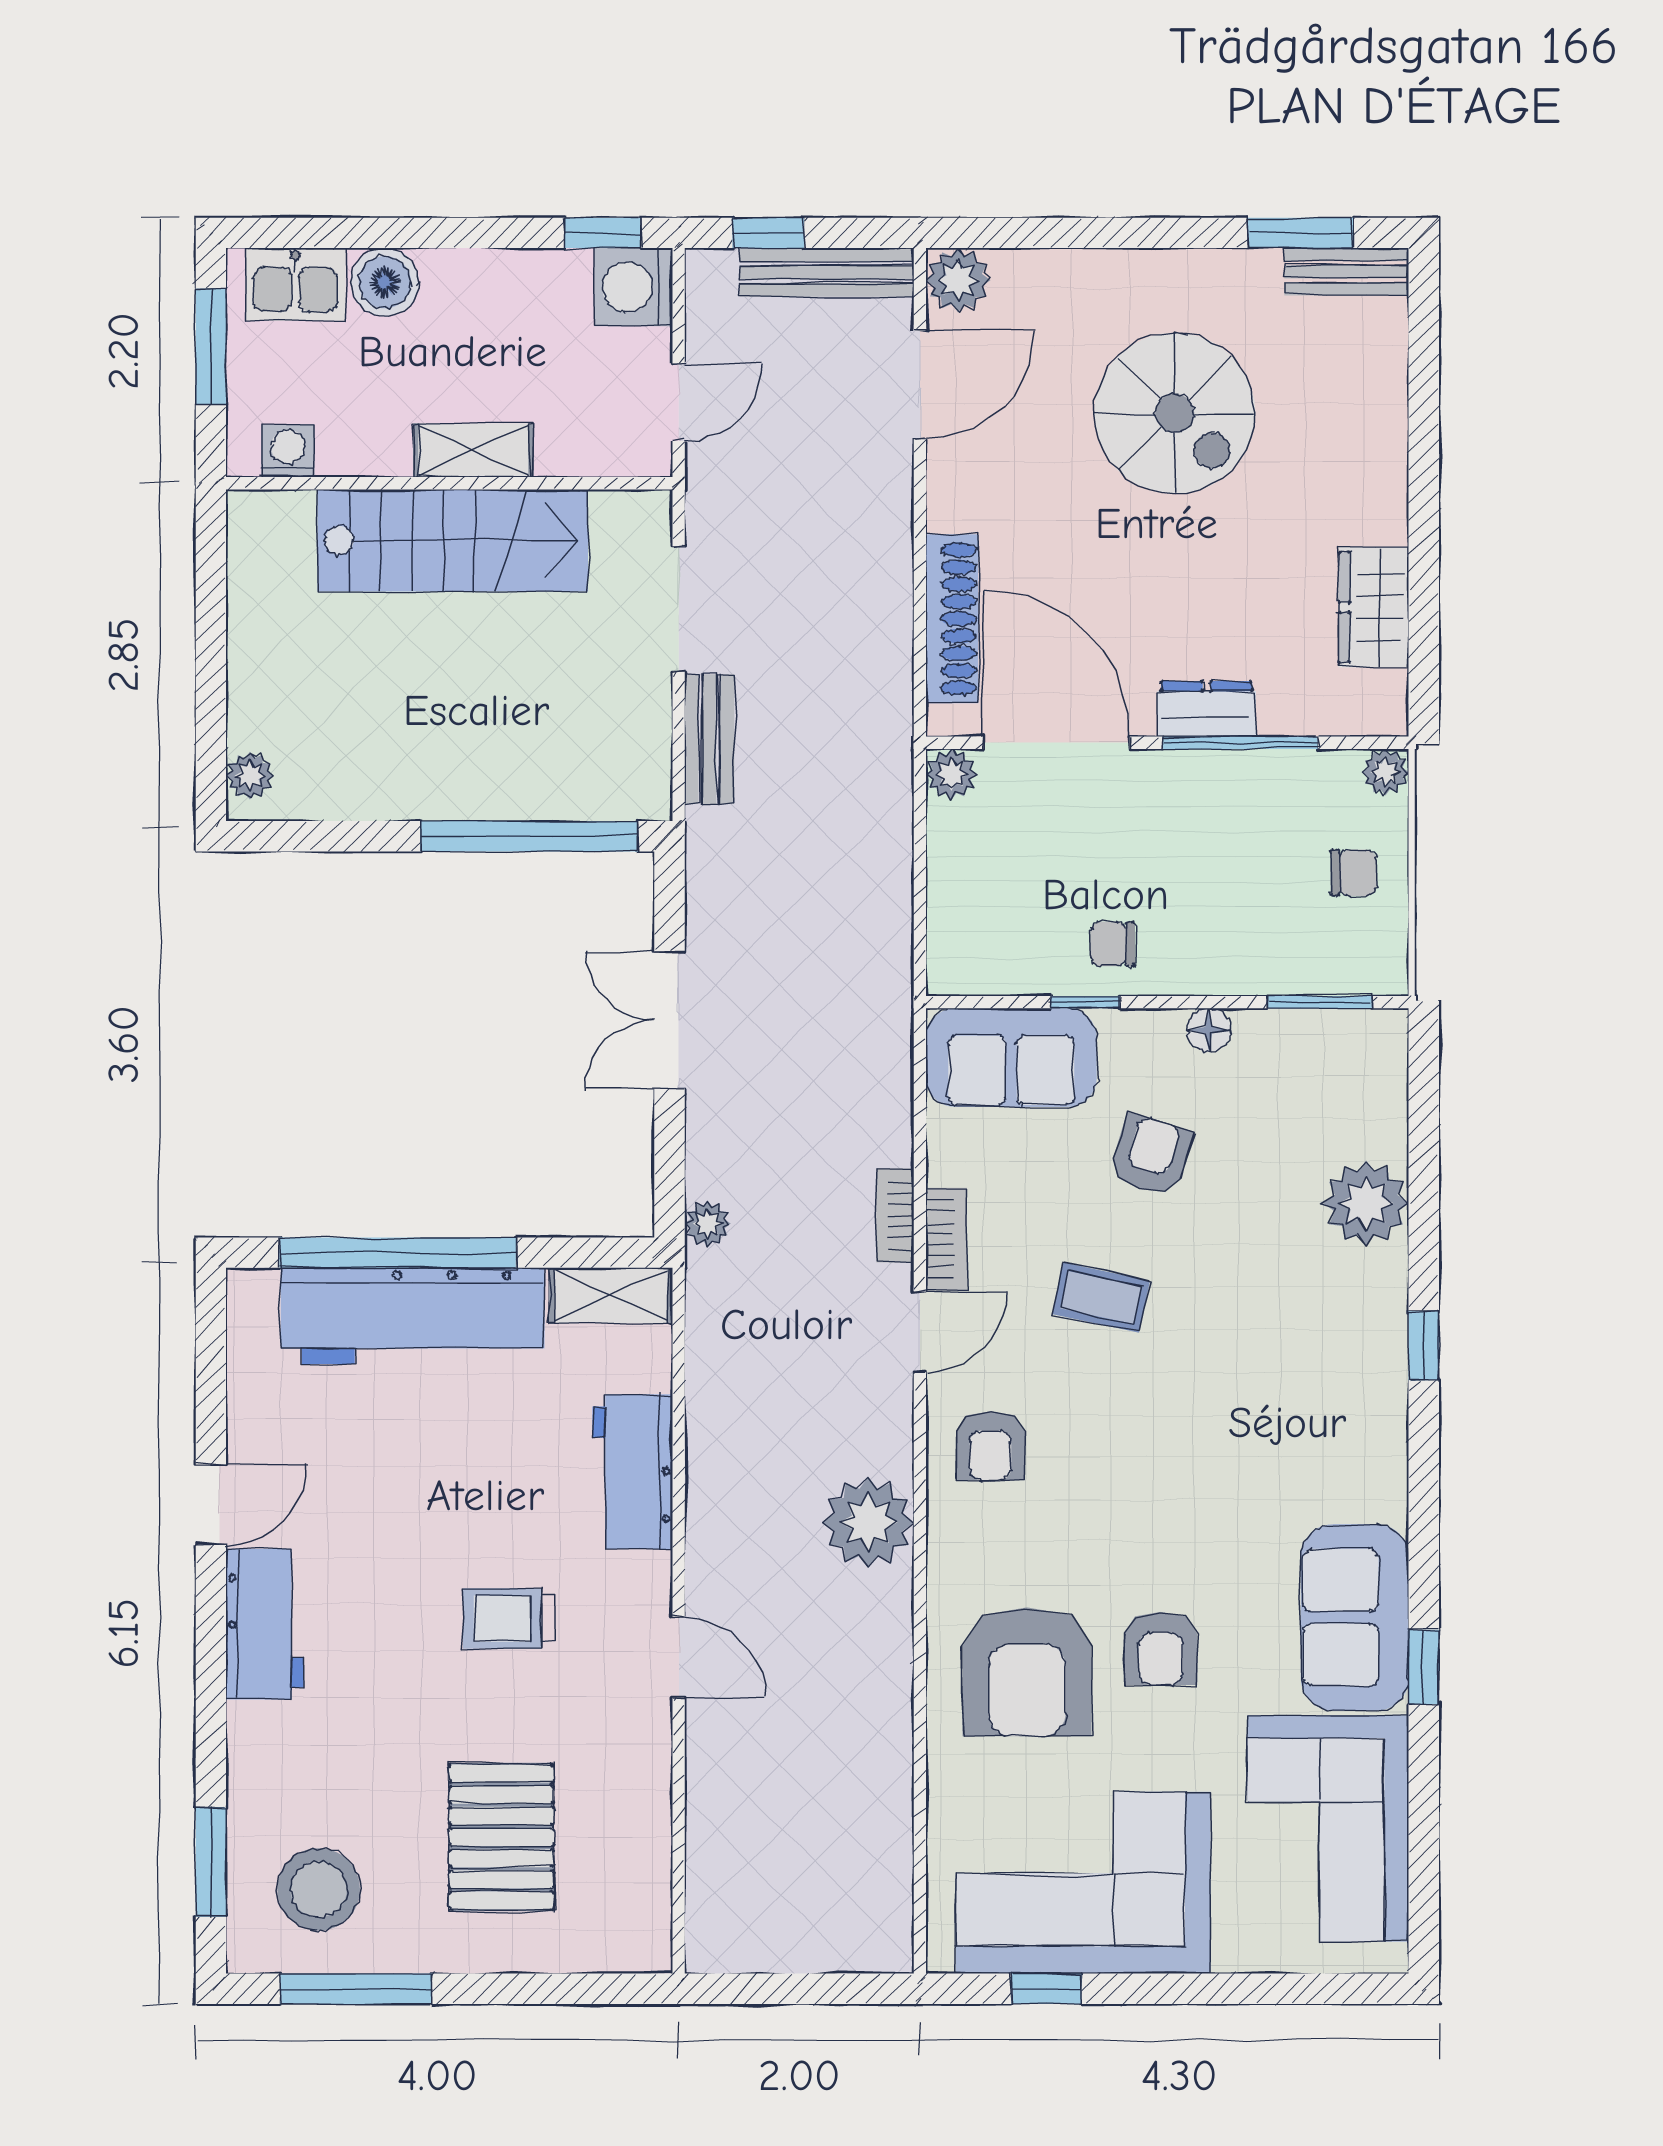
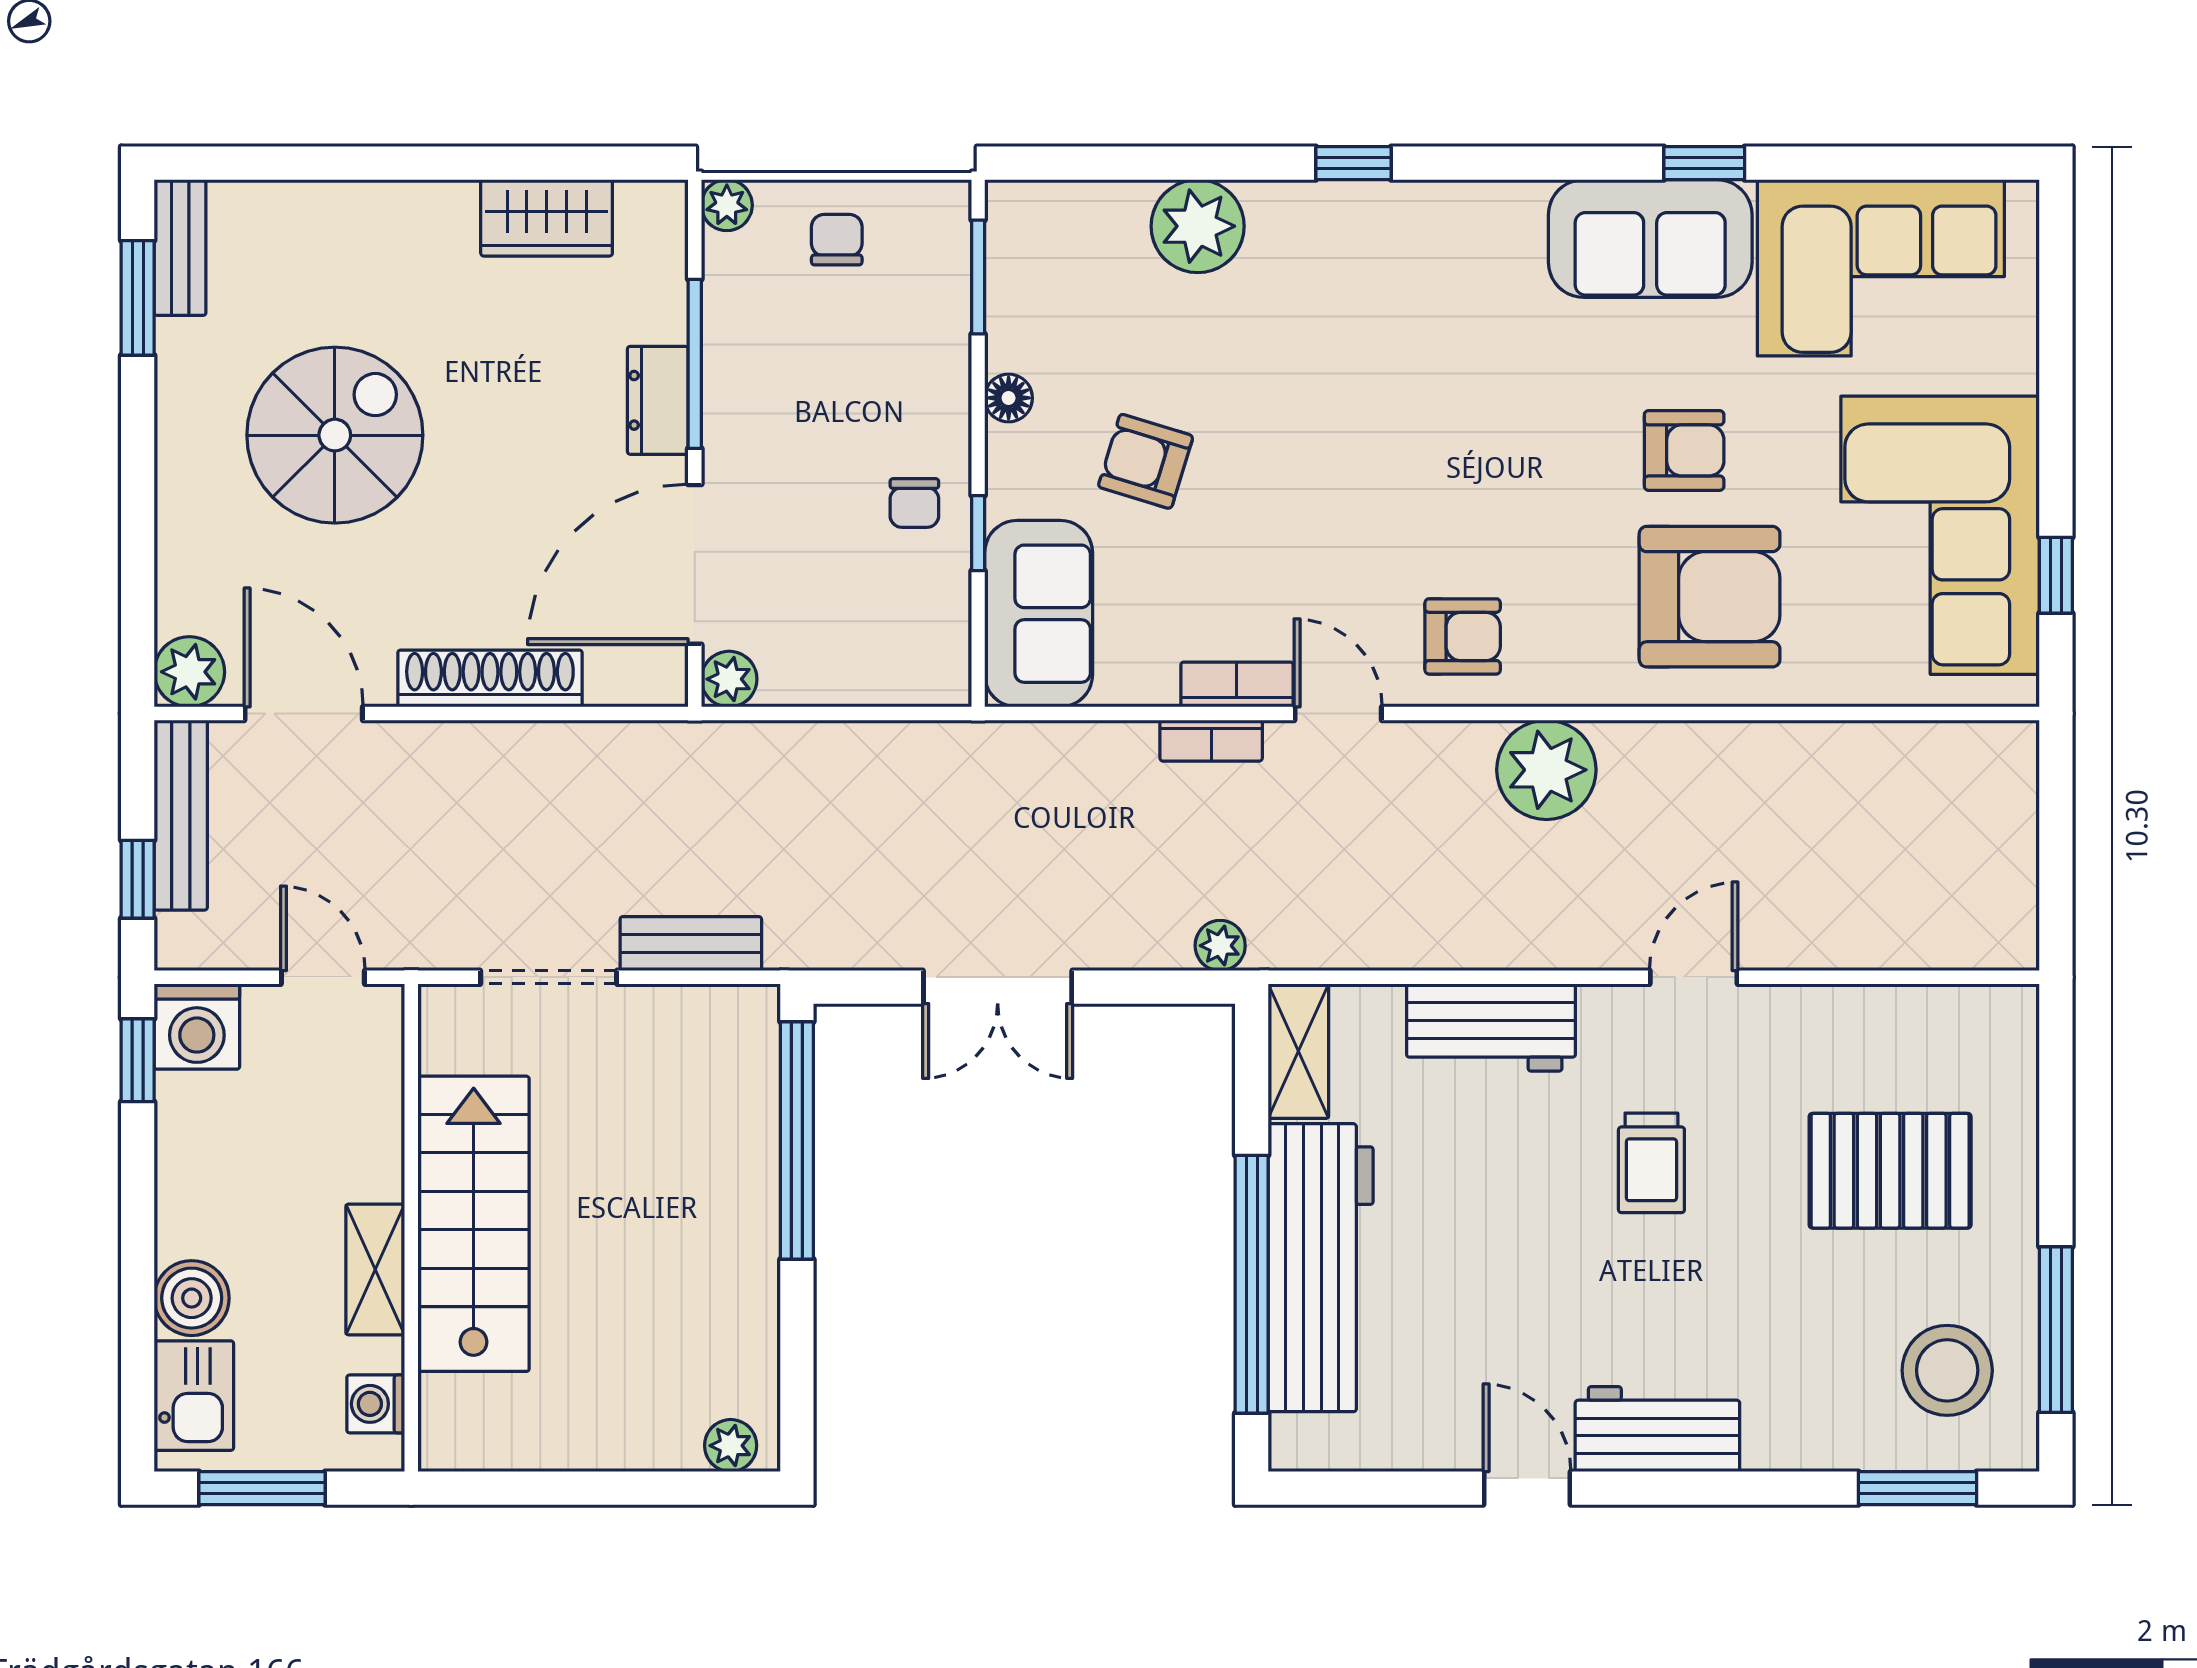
shelving: (473, 450) -> (375, 1269), moved
shoe rack: (952, 619) -> (490, 679), moved
coffee table: (1101, 1297) -> (1301, 516), removed

